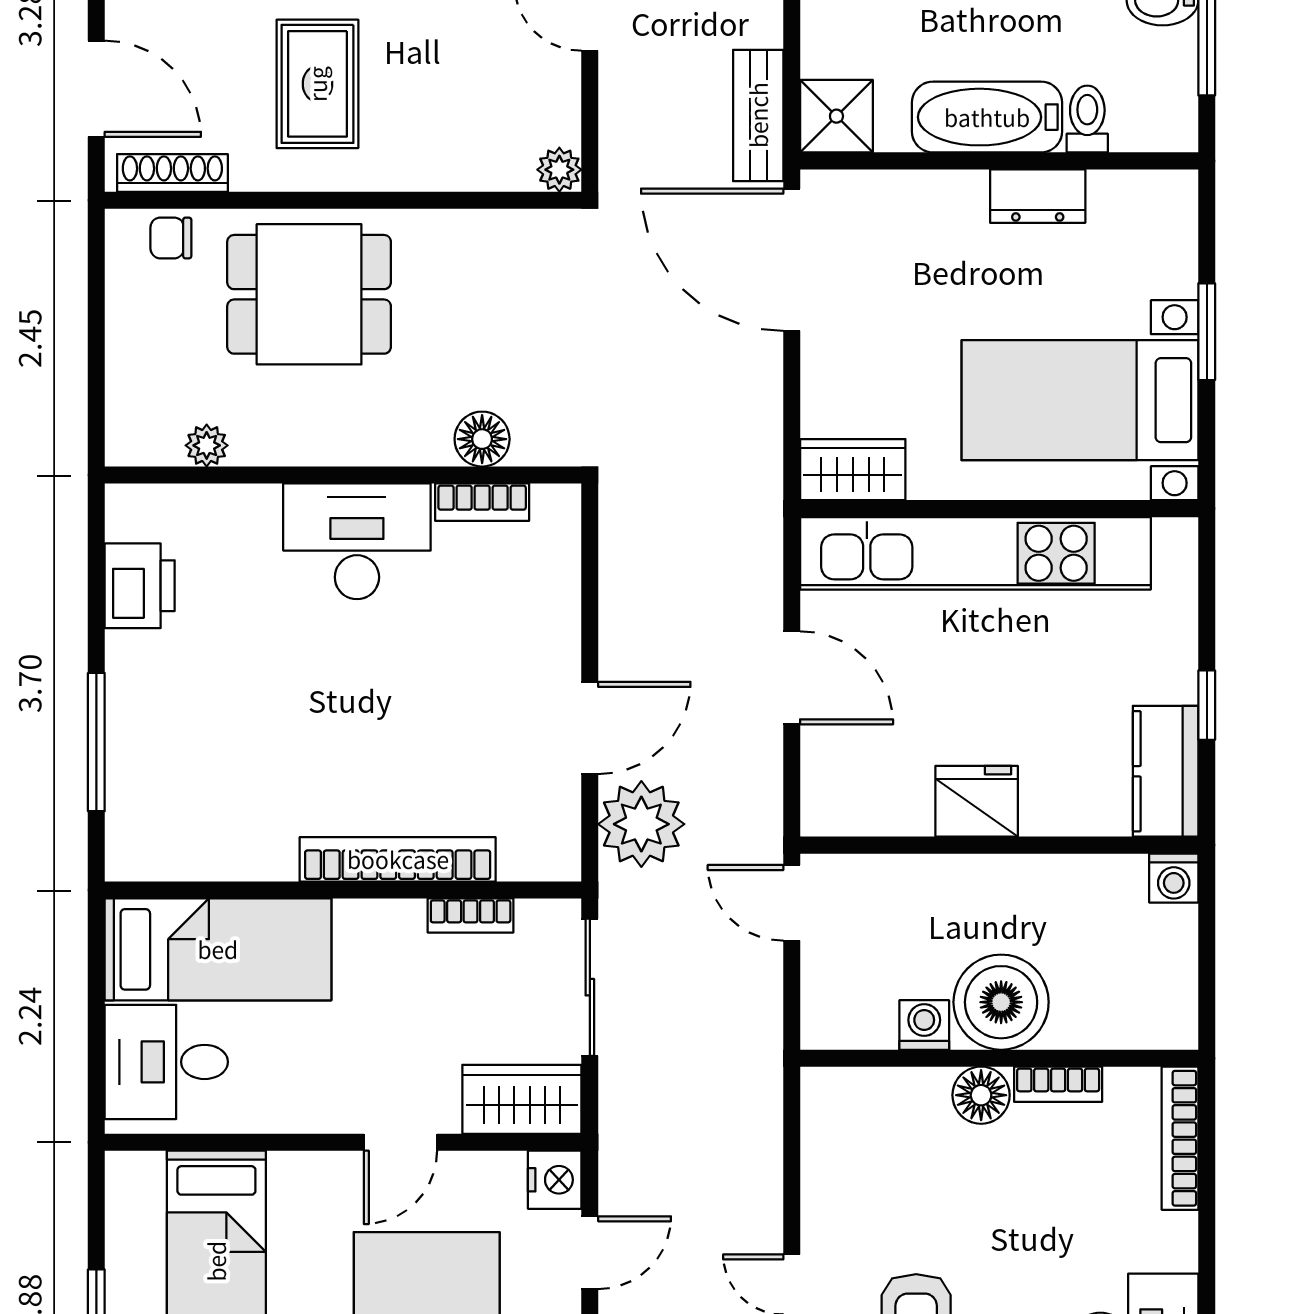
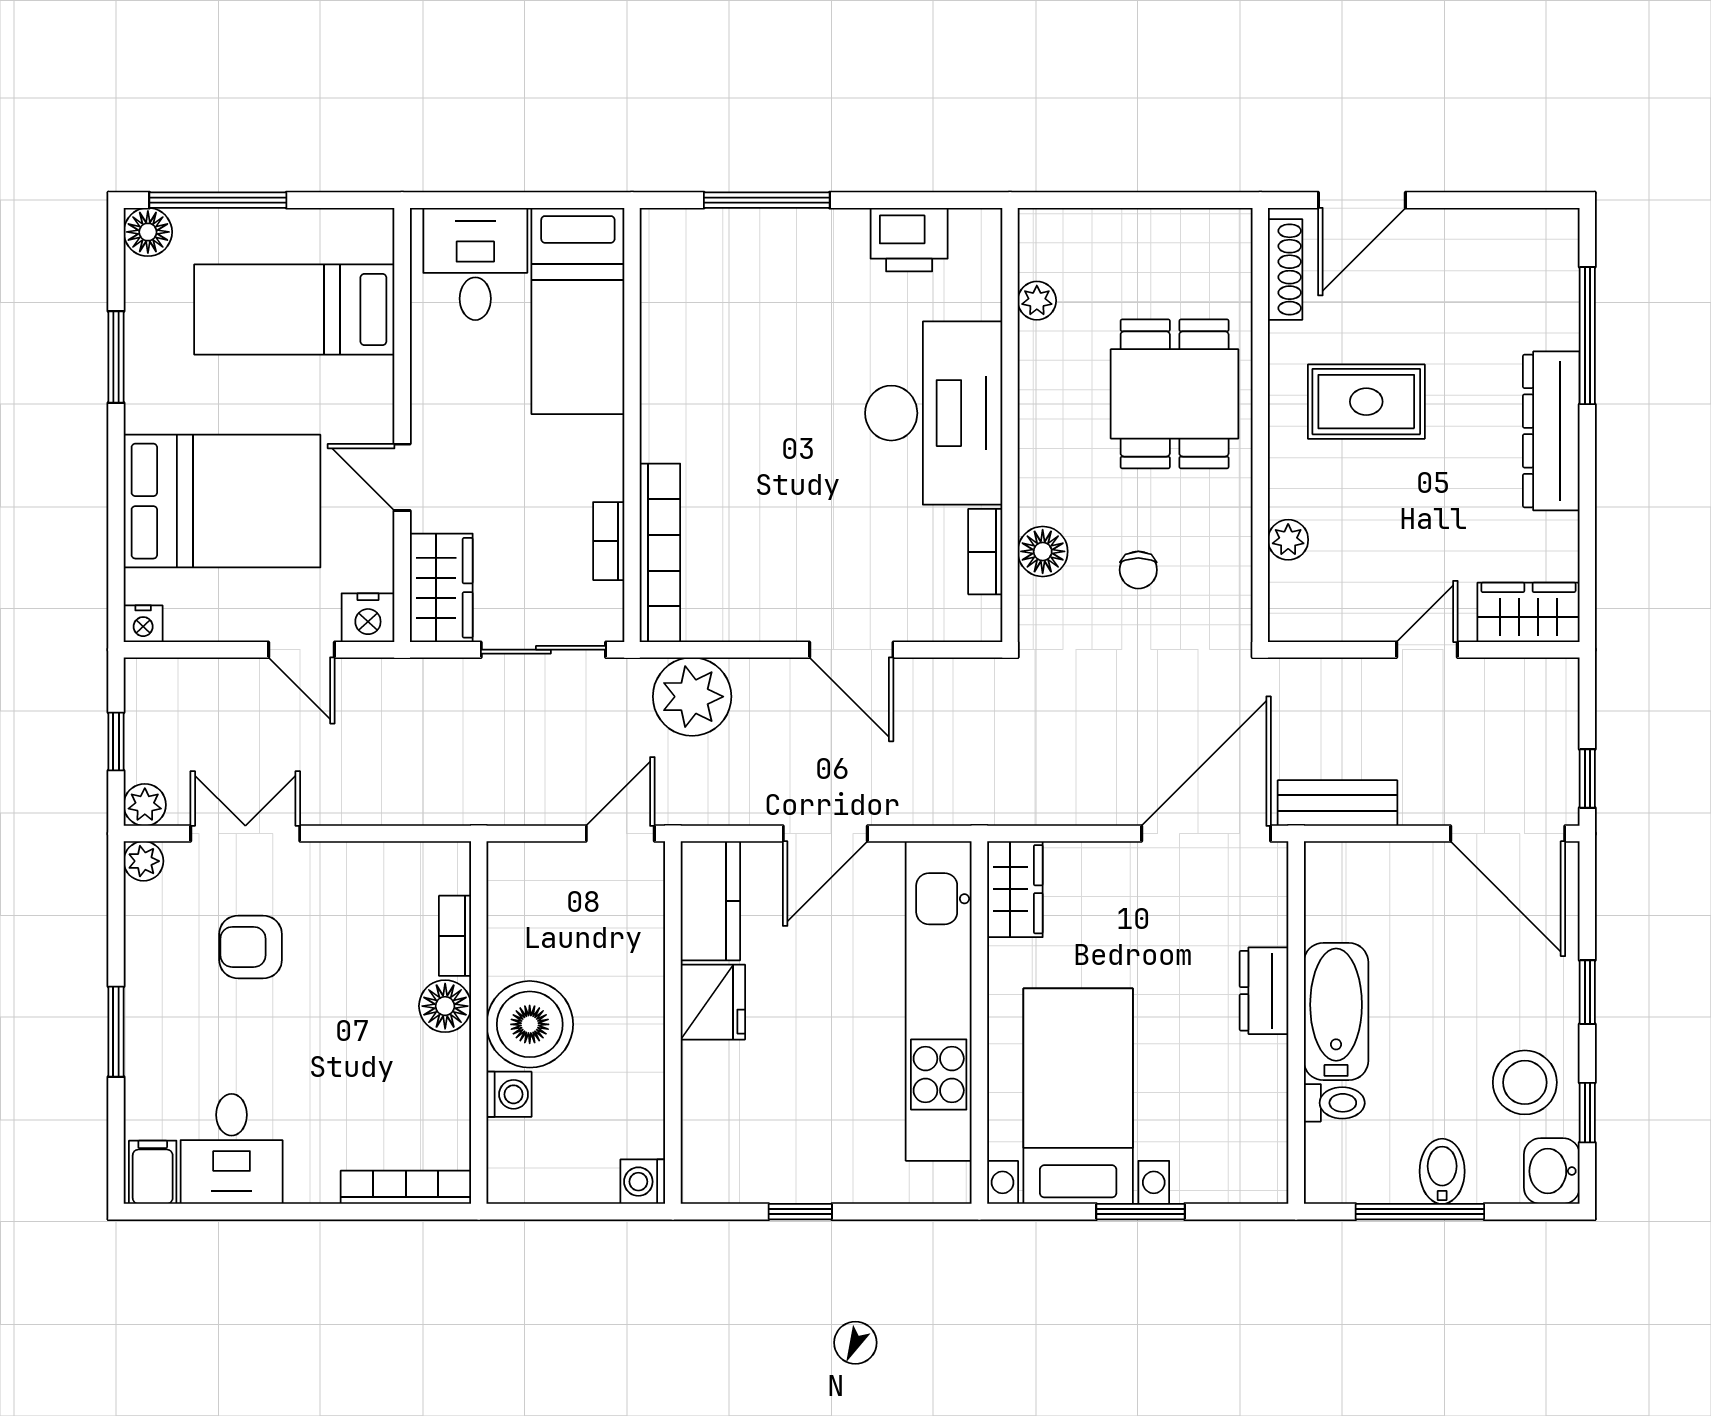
shower: (836, 116) -> (1337, 874), removed
plant: (559, 170) -> (1288, 540), moved
dresser: (1038, 196) -> (1264, 991), moved
chair: (171, 238) -> (1138, 570), moved, turned 180
desk: (357, 541) -> (934, 413), width x1.36, depth x1.30
door: (590, 728) -> (851, 650), moved
kitchen counter: (1166, 771) -> (710, 901), moved, turned 90
bookcase: (398, 859) -> (660, 553), moved
washing machine: (924, 1025) -> (509, 1094), moved
bookcase: (1058, 1084) -> (455, 936), moved

